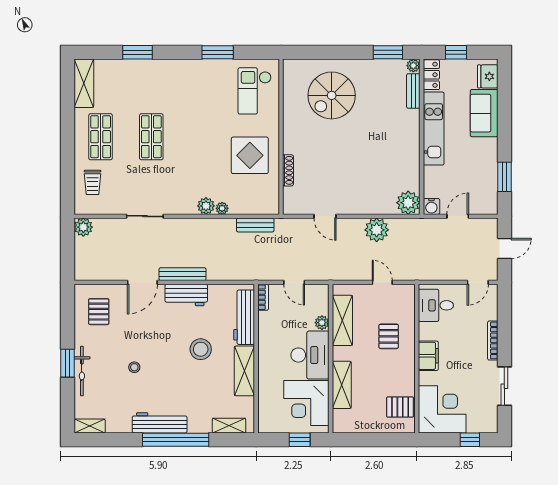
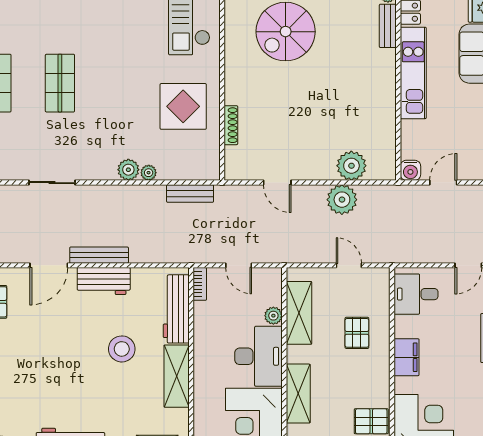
plant: (408, 203) -> (351, 166), moved
stool: (134, 367) -> (39, 372), removed

